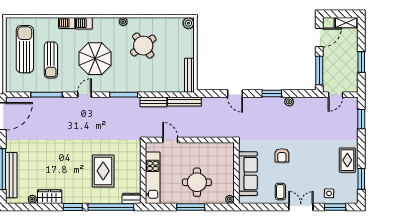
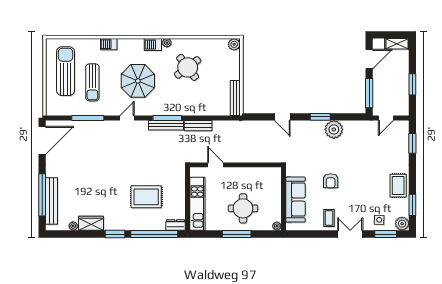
barbecue: (84, 23) -> (153, 44), moved
bench: (184, 102) -> (166, 125), moved
plant: (289, 102) -> (334, 129), width x1.88, depth x1.88
rug: (103, 171) -> (146, 197), turned 90
plant: (351, 197) -> (402, 224), added

